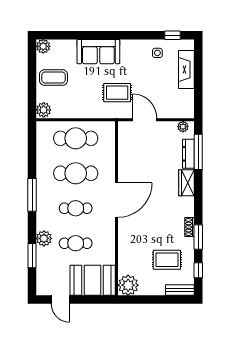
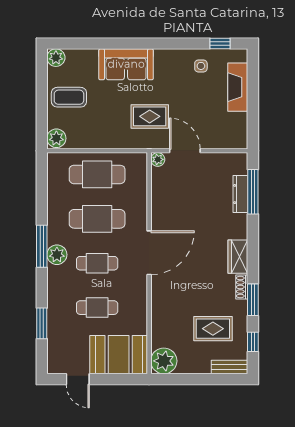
plant: (183, 127) -> (158, 159), moved
wardrobe: (187, 183) -> (238, 257), moved
plant: (44, 238) -> (57, 255), moved

